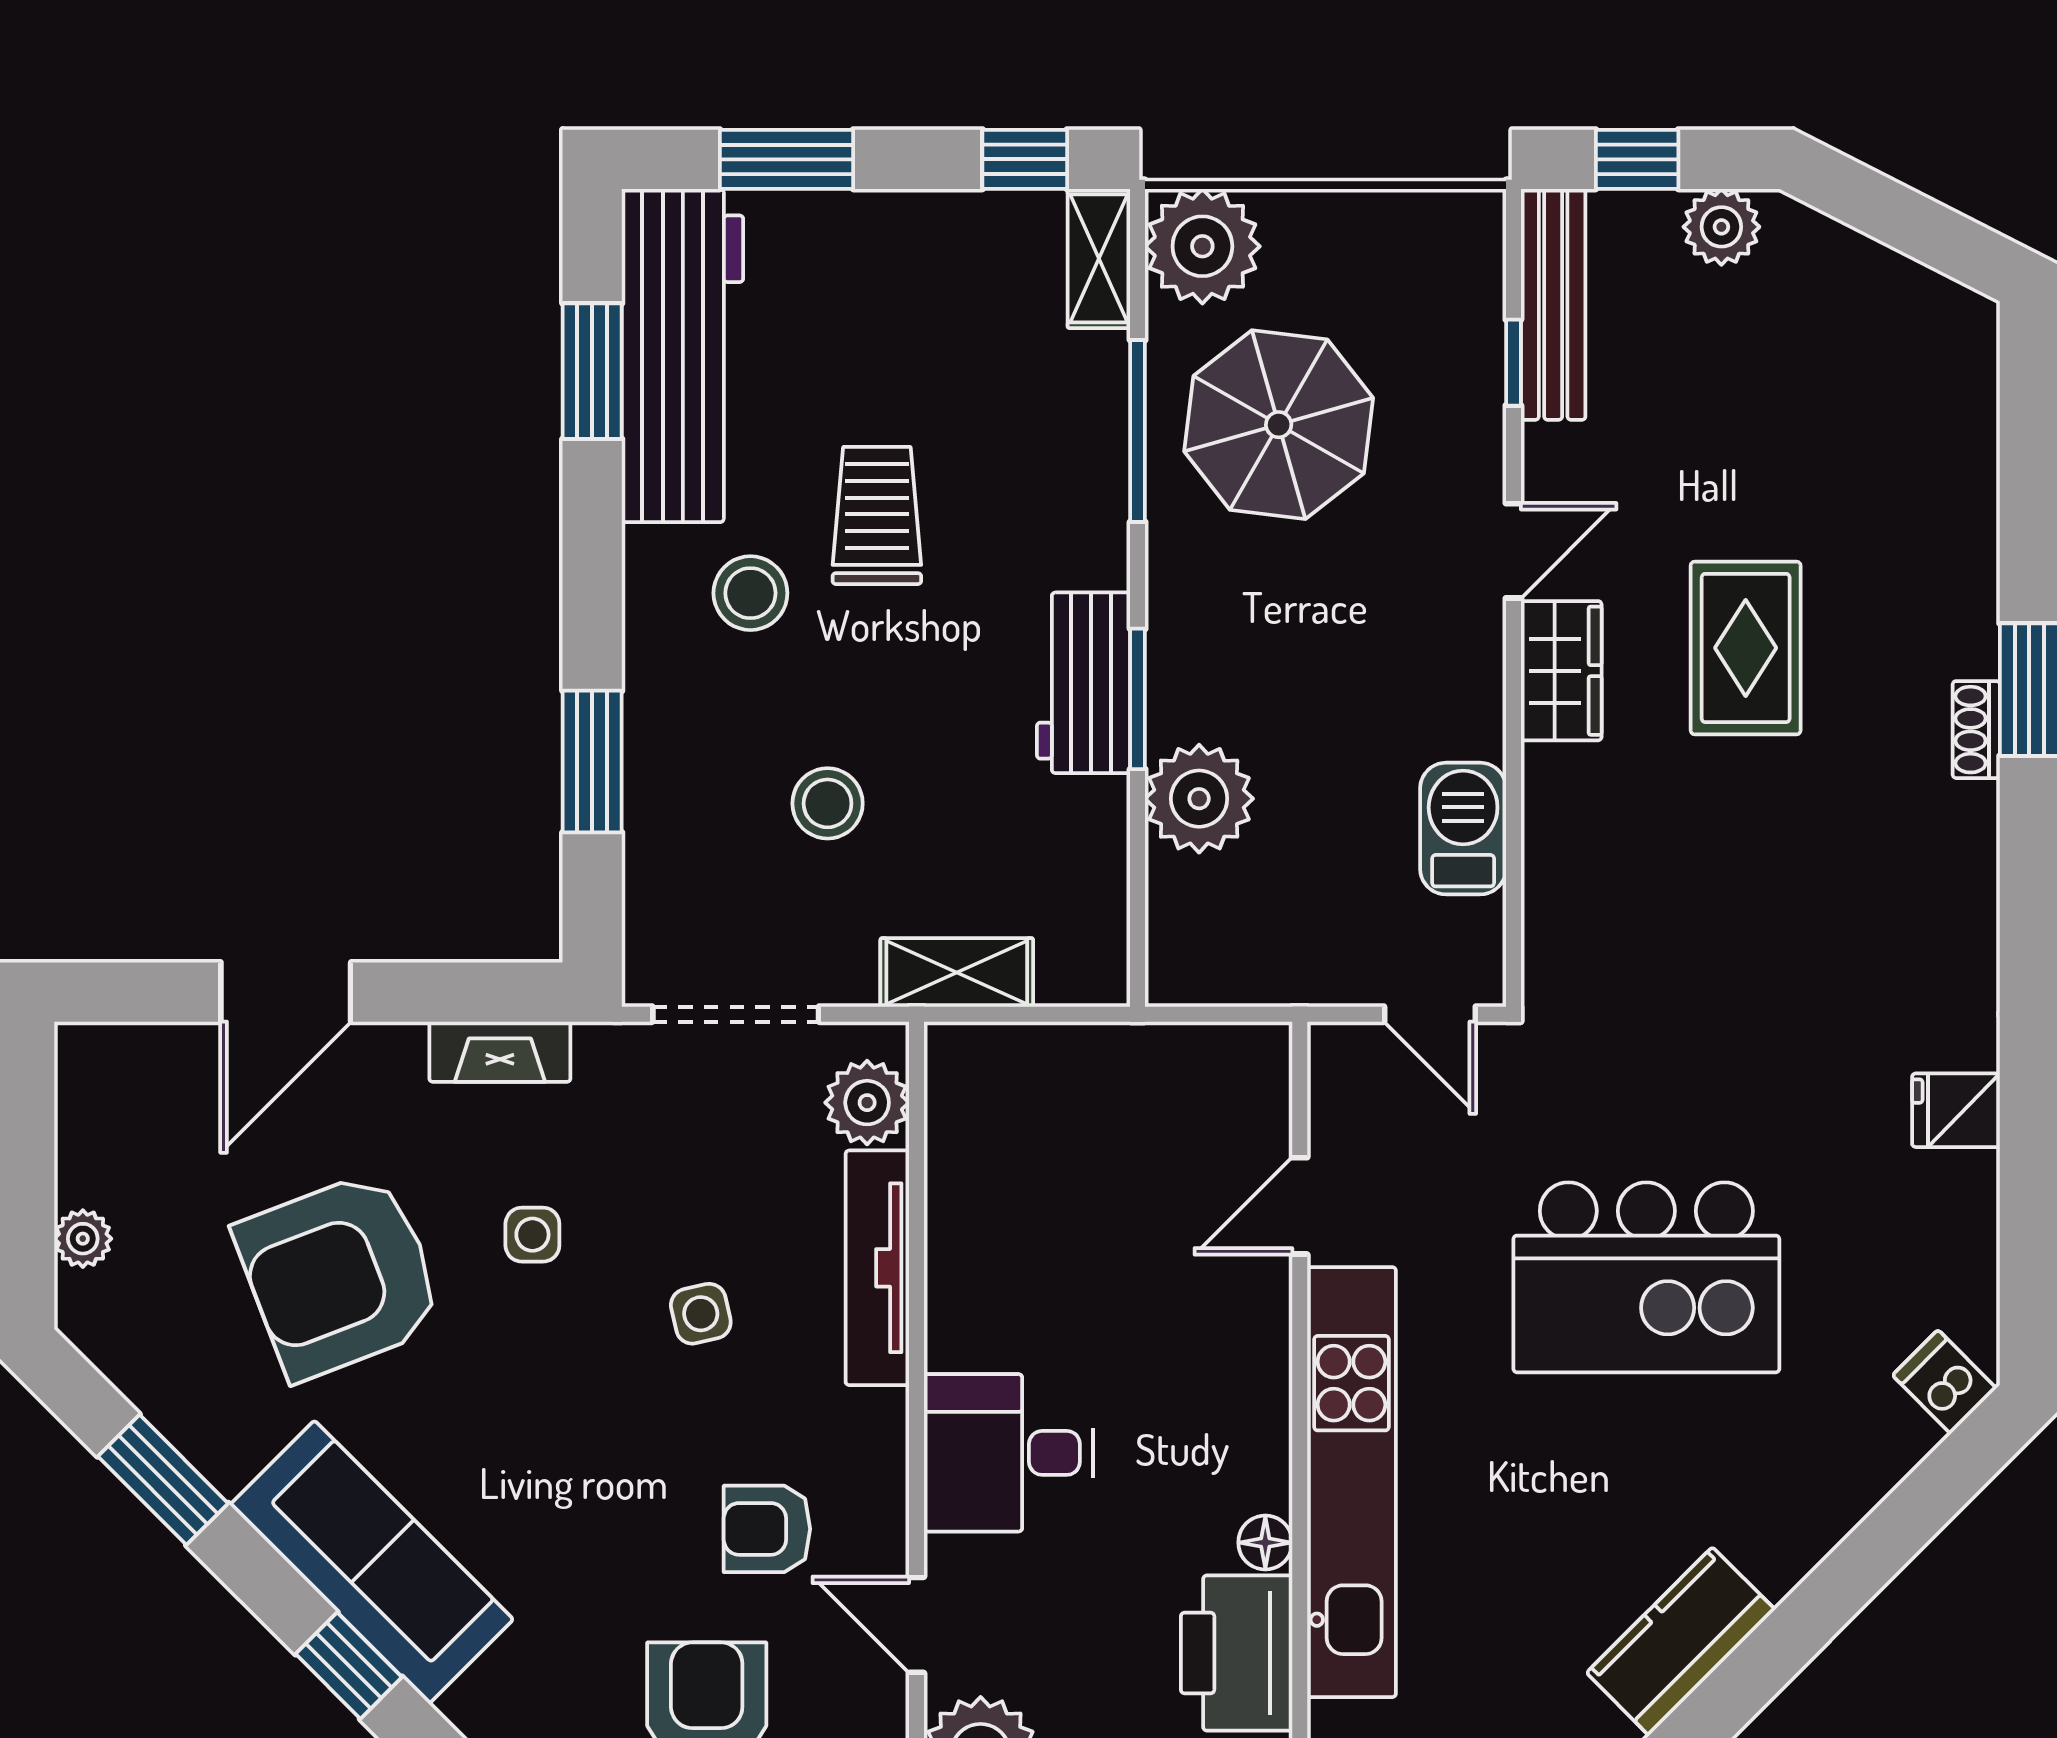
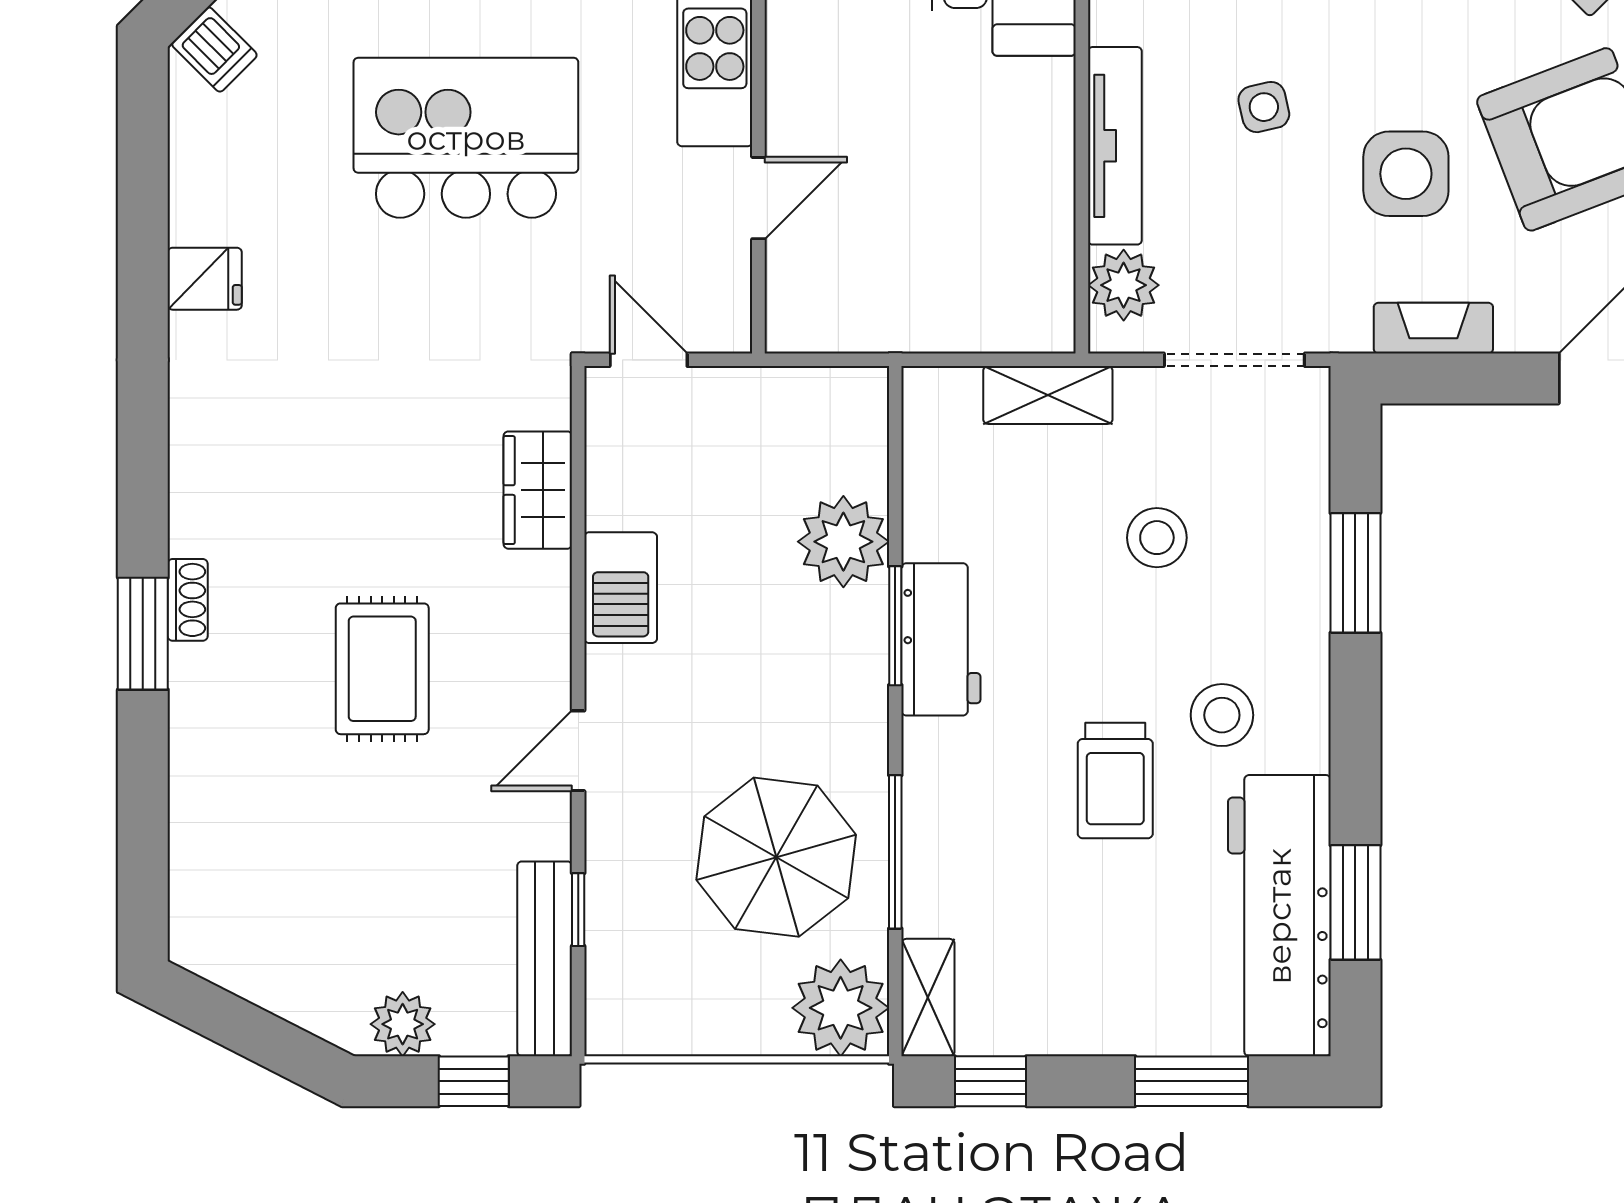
wardrobe: (1561, 671) -> (538, 490), moved
barbecue: (1463, 829) -> (621, 588), moved
side table: (532, 1235) -> (1406, 174), width x1.87, depth x1.87

